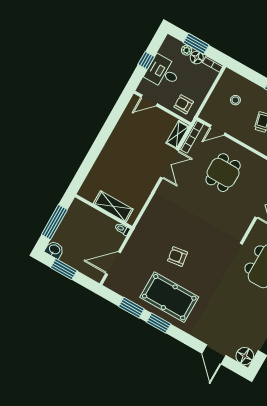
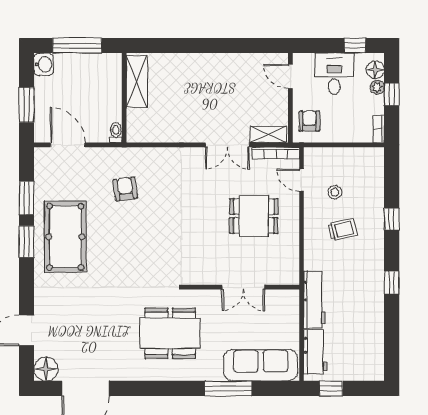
window: (196, 44) -> (392, 94), width x0.67
floor lamp: (197, 58) -> (375, 70), moved
window: (146, 60) -> (355, 45), moved
stool: (235, 100) -> (335, 192), moved
shelving: (113, 206) -> (137, 82), moved
armchair: (178, 256) -> (125, 189), moved
window: (64, 269) -> (27, 105), moved

